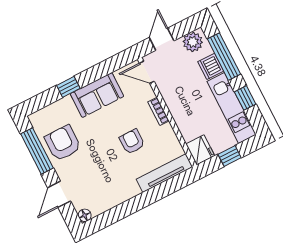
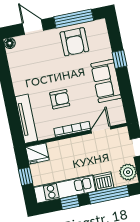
door: (147, 72) -> (101, 130), moved
bookcase: (158, 111) -> (72, 129), width x1.56
armchair: (63, 143) -> (74, 42), turned 90

